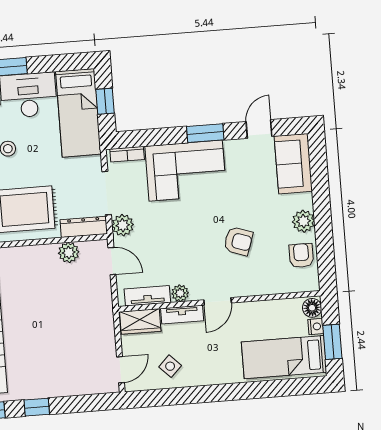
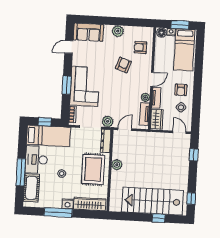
door: (259, 129) -> (69, 47), hinge flipped
window: (205, 133) -> (67, 85), moved
plant: (69, 253) -> (117, 165), moved
armchair: (301, 256) -> (140, 47), moved
door: (218, 301) -> (152, 79), hinge flipped
armchair: (204, 361) -> (181, 90), added
window: (37, 407) -> (194, 155), moved

